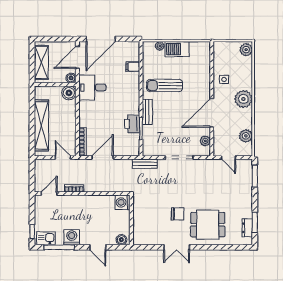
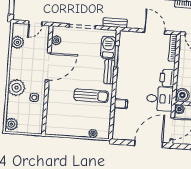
barbecue: (177, 49) -> (108, 47), moved, turned -90
filing cabinet: (133, 67) -> (121, 104), moved
plant: (243, 99) -> (16, 88), moved
printer: (132, 124) -> (167, 78), moved, turned 180
door: (103, 158) -> (155, 32), swing flipped
door: (229, 158) -> (35, 23), swing flipped

